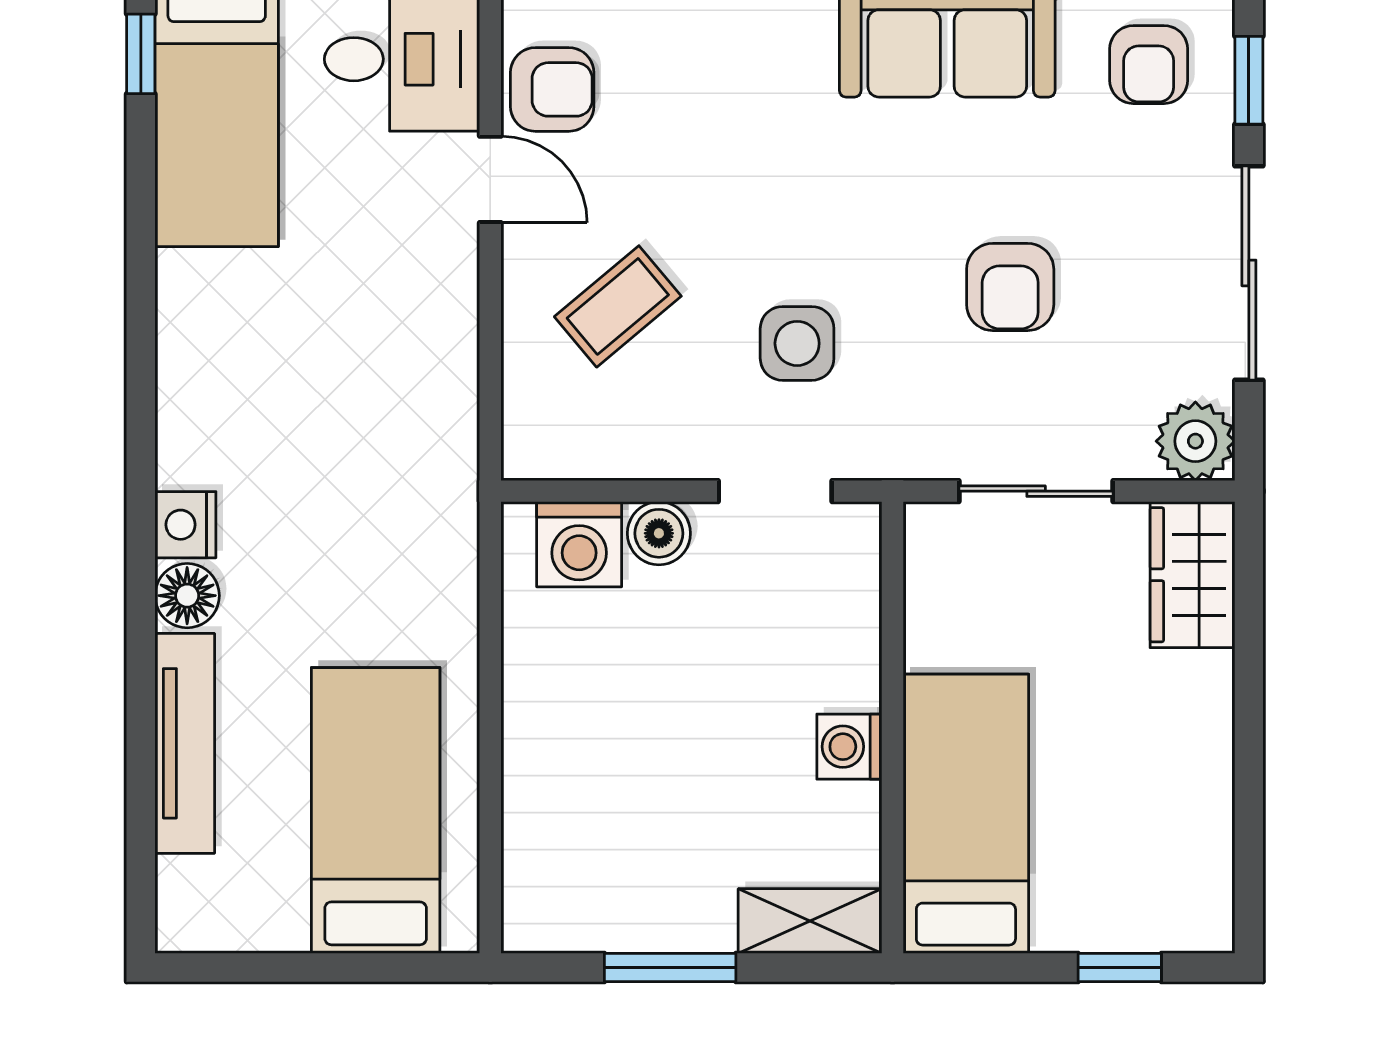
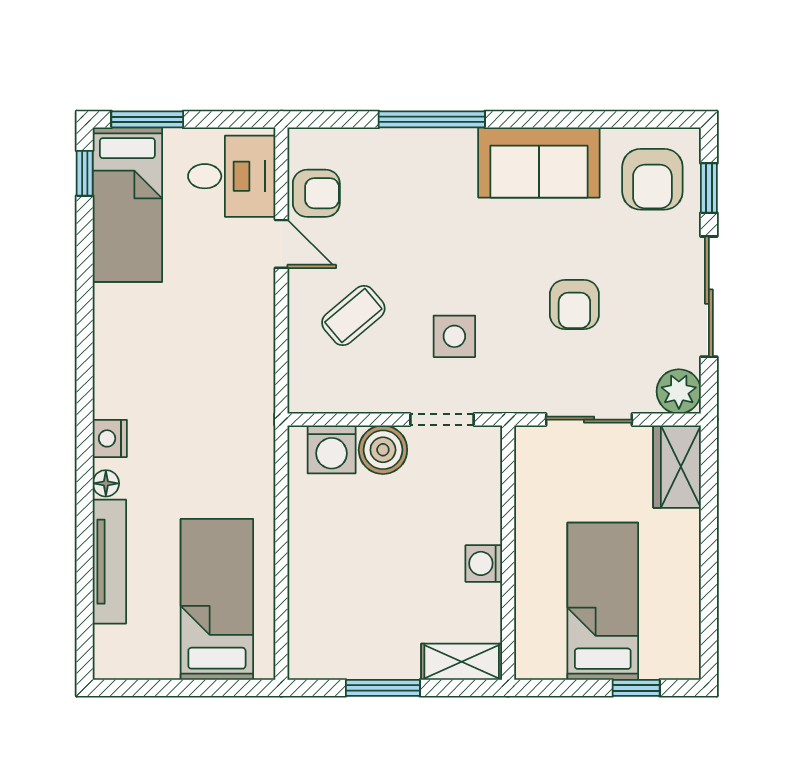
armchair: (1149, 65) -> (652, 179), width x1.38, depth x1.38
boiler: (659, 533) -> (383, 450), width x1.36, depth x1.36
floor lamp: (187, 596) -> (106, 483), width x0.73, depth x0.73
bed: (966, 814) -> (603, 601), moved

